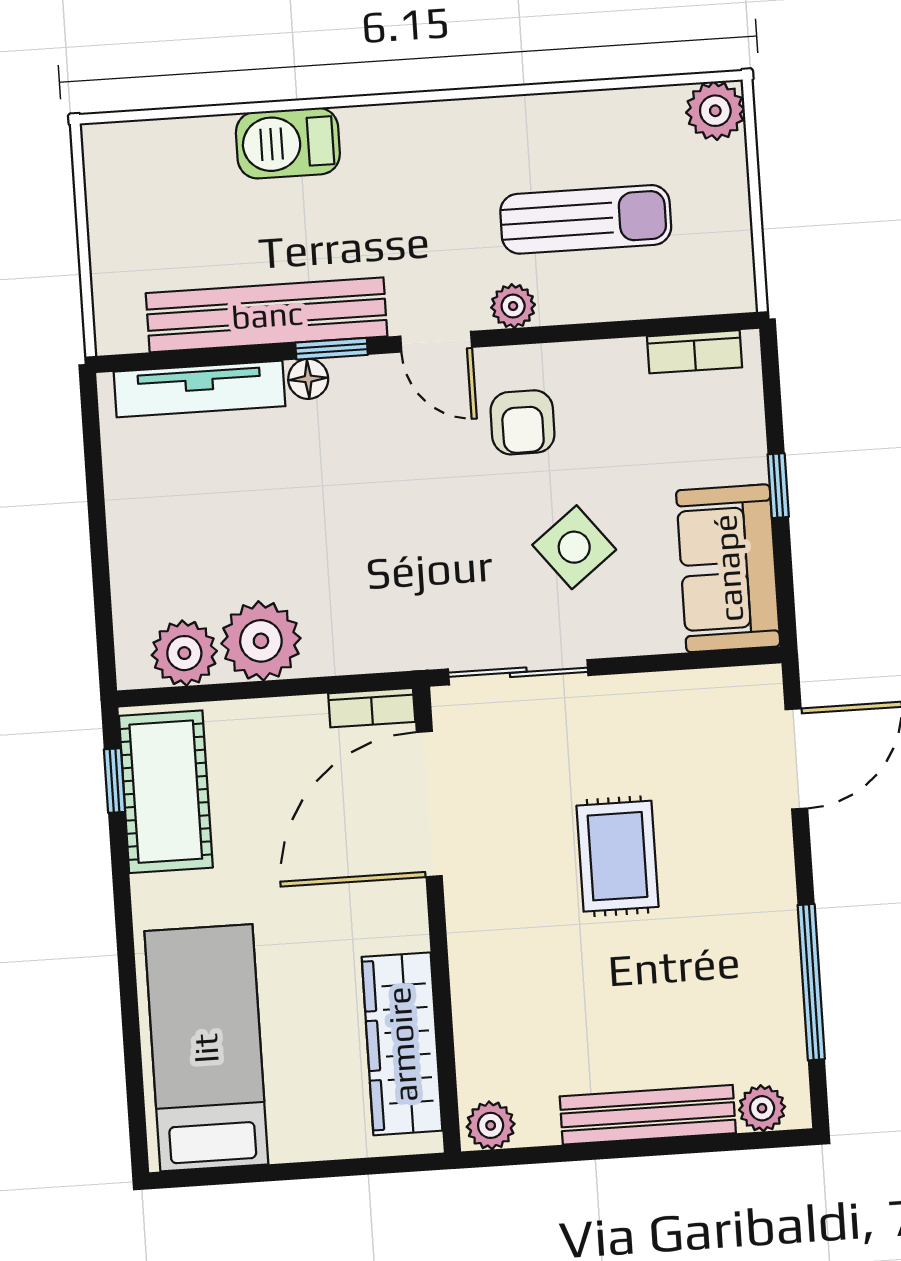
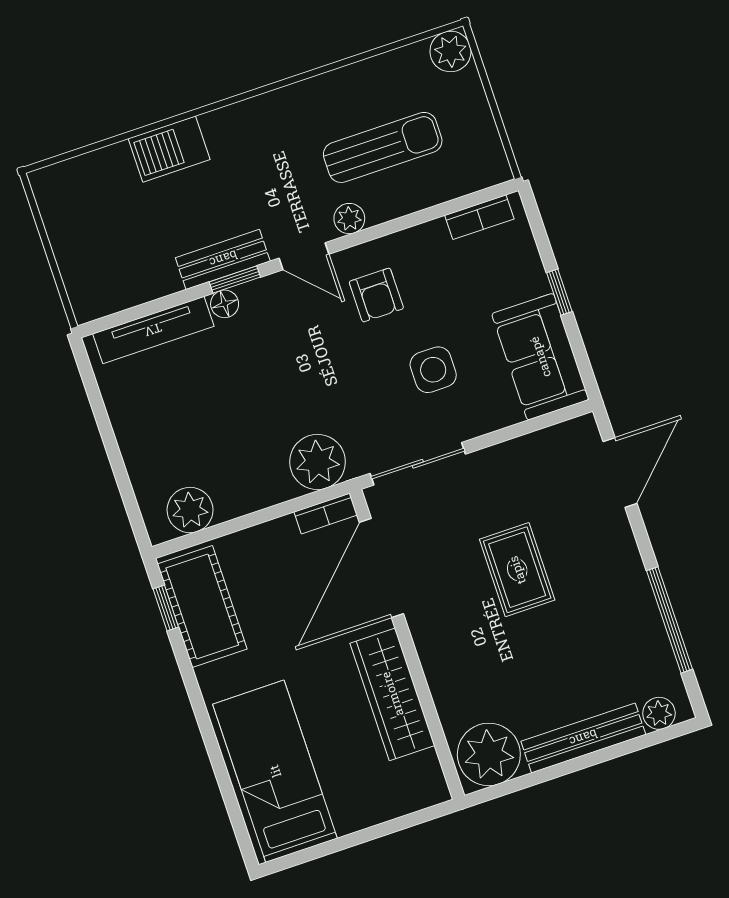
bench: (267, 315) -> (223, 259), width x0.54, depth x0.82
side table: (574, 547) -> (433, 370), turned 38
plant: (261, 641) -> (318, 462), moved
wardrobe: (402, 1044) -> (392, 694), moved
plant: (491, 1125) -> (489, 754), width x1.87, depth x1.87

